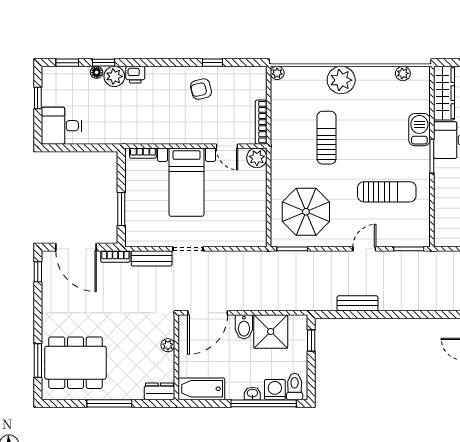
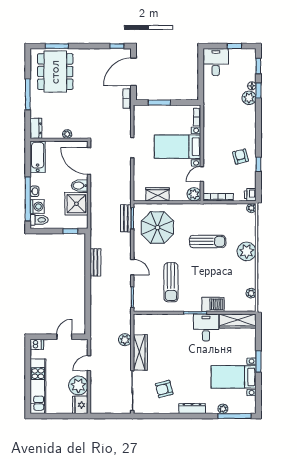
printer: (135, 75) -> (250, 195), moved
wardrobe: (257, 212) -> (157, 194), added
bench: (152, 258) -> (126, 218), moved

